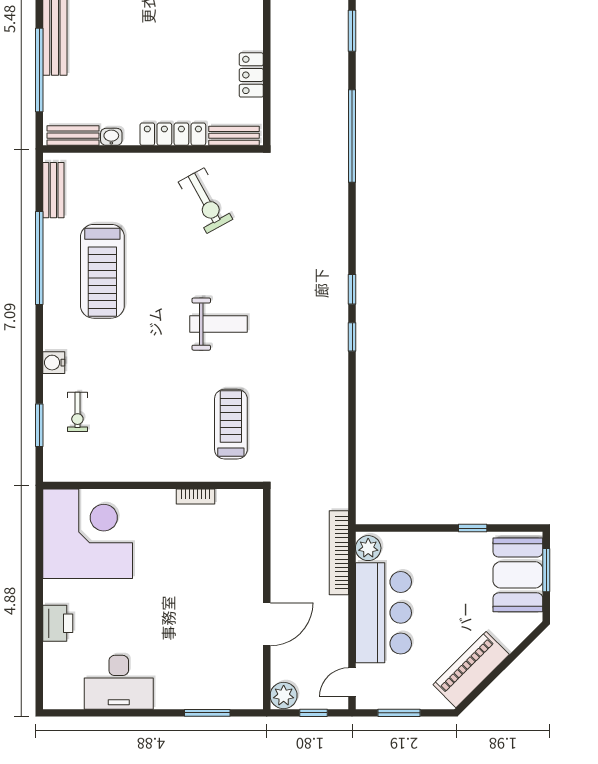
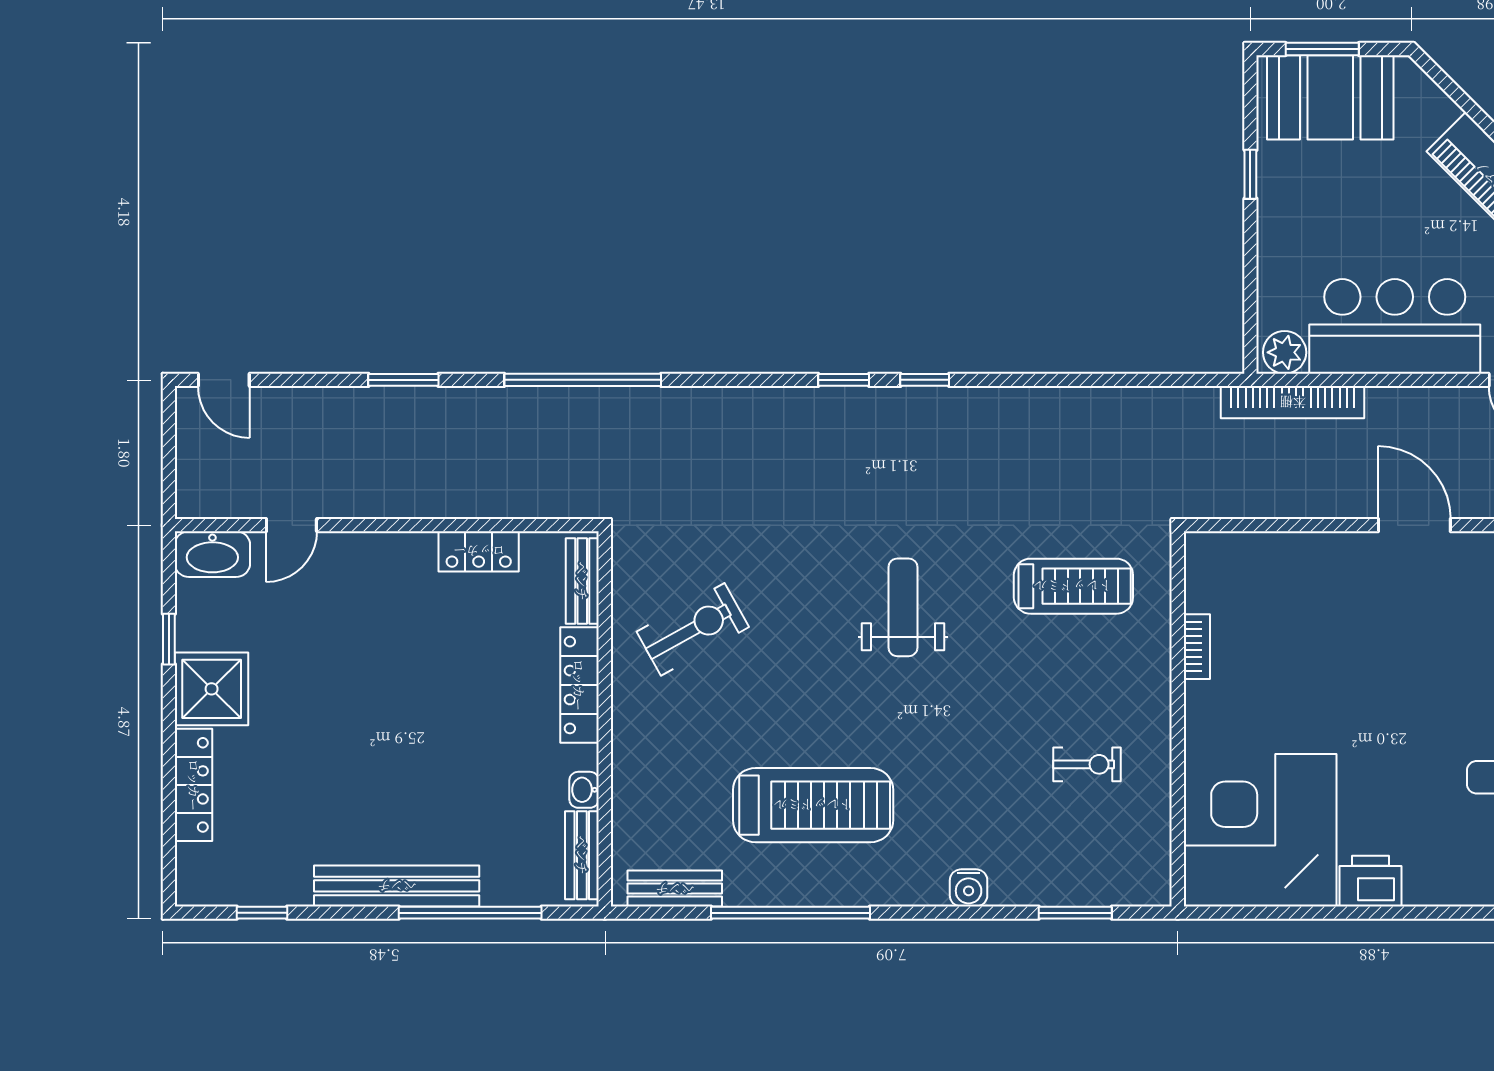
exercise bike: (77, 412) -> (1087, 764), moved
treadmill: (231, 424) -> (1073, 586), turned 180
printer: (58, 623) -> (1371, 881), moved

